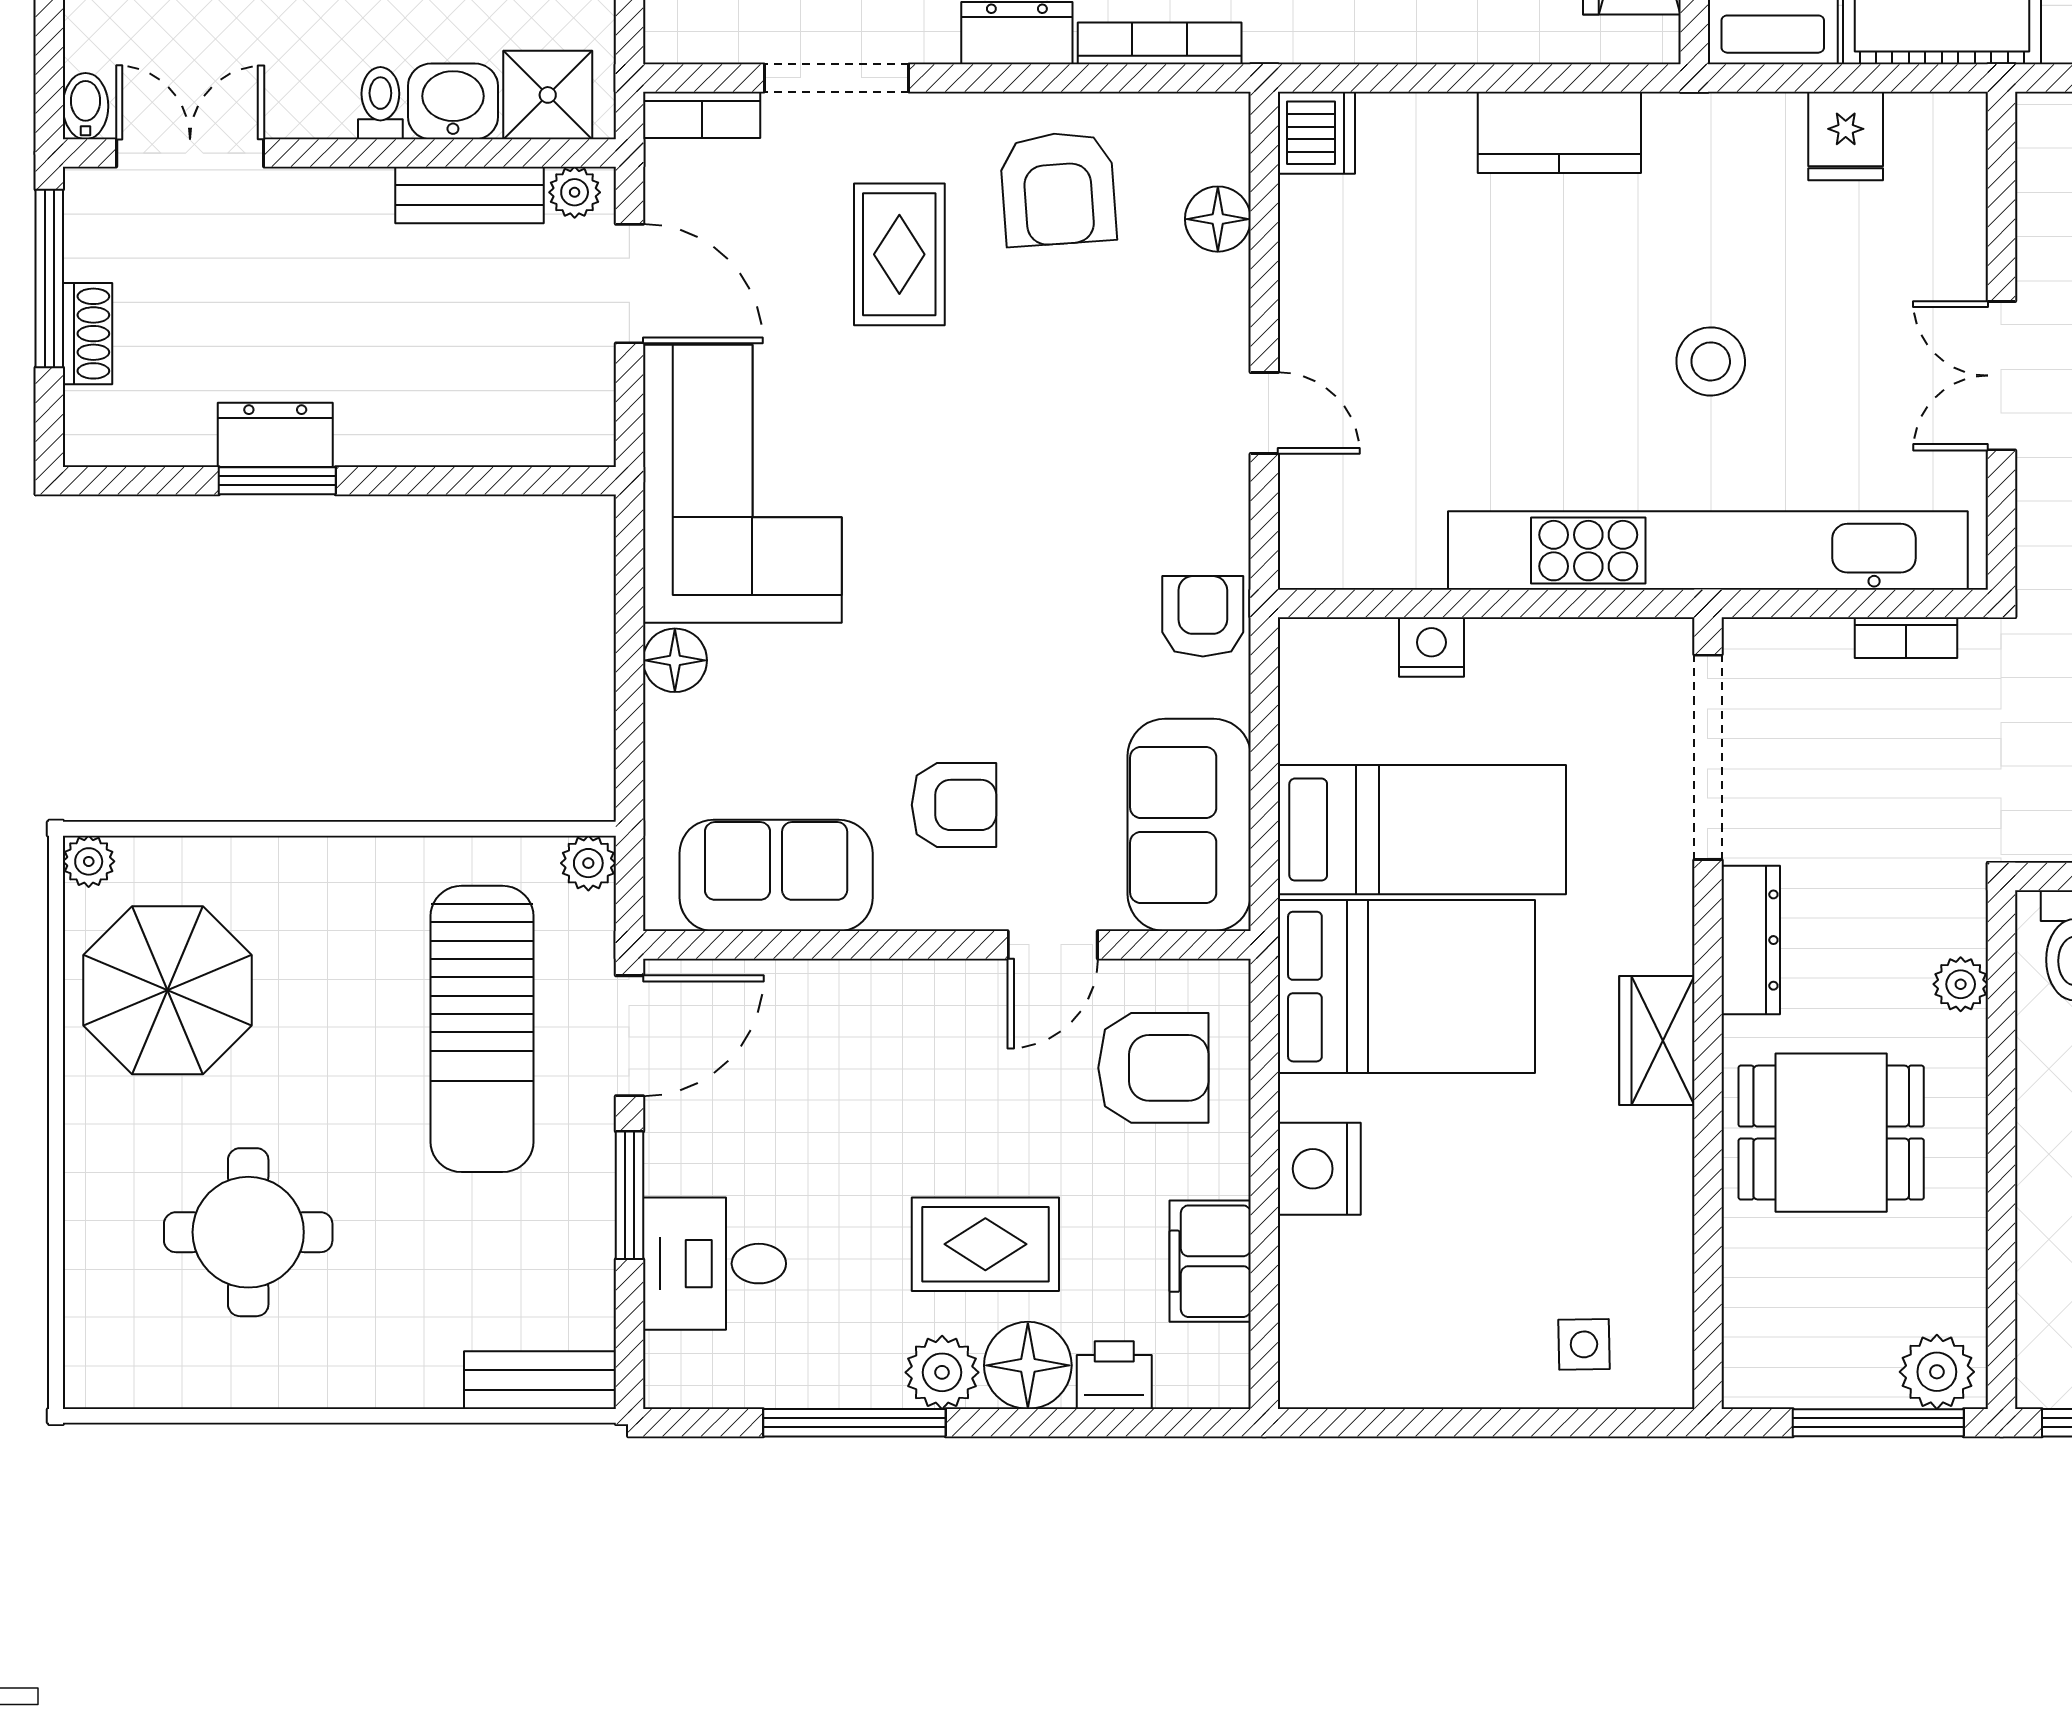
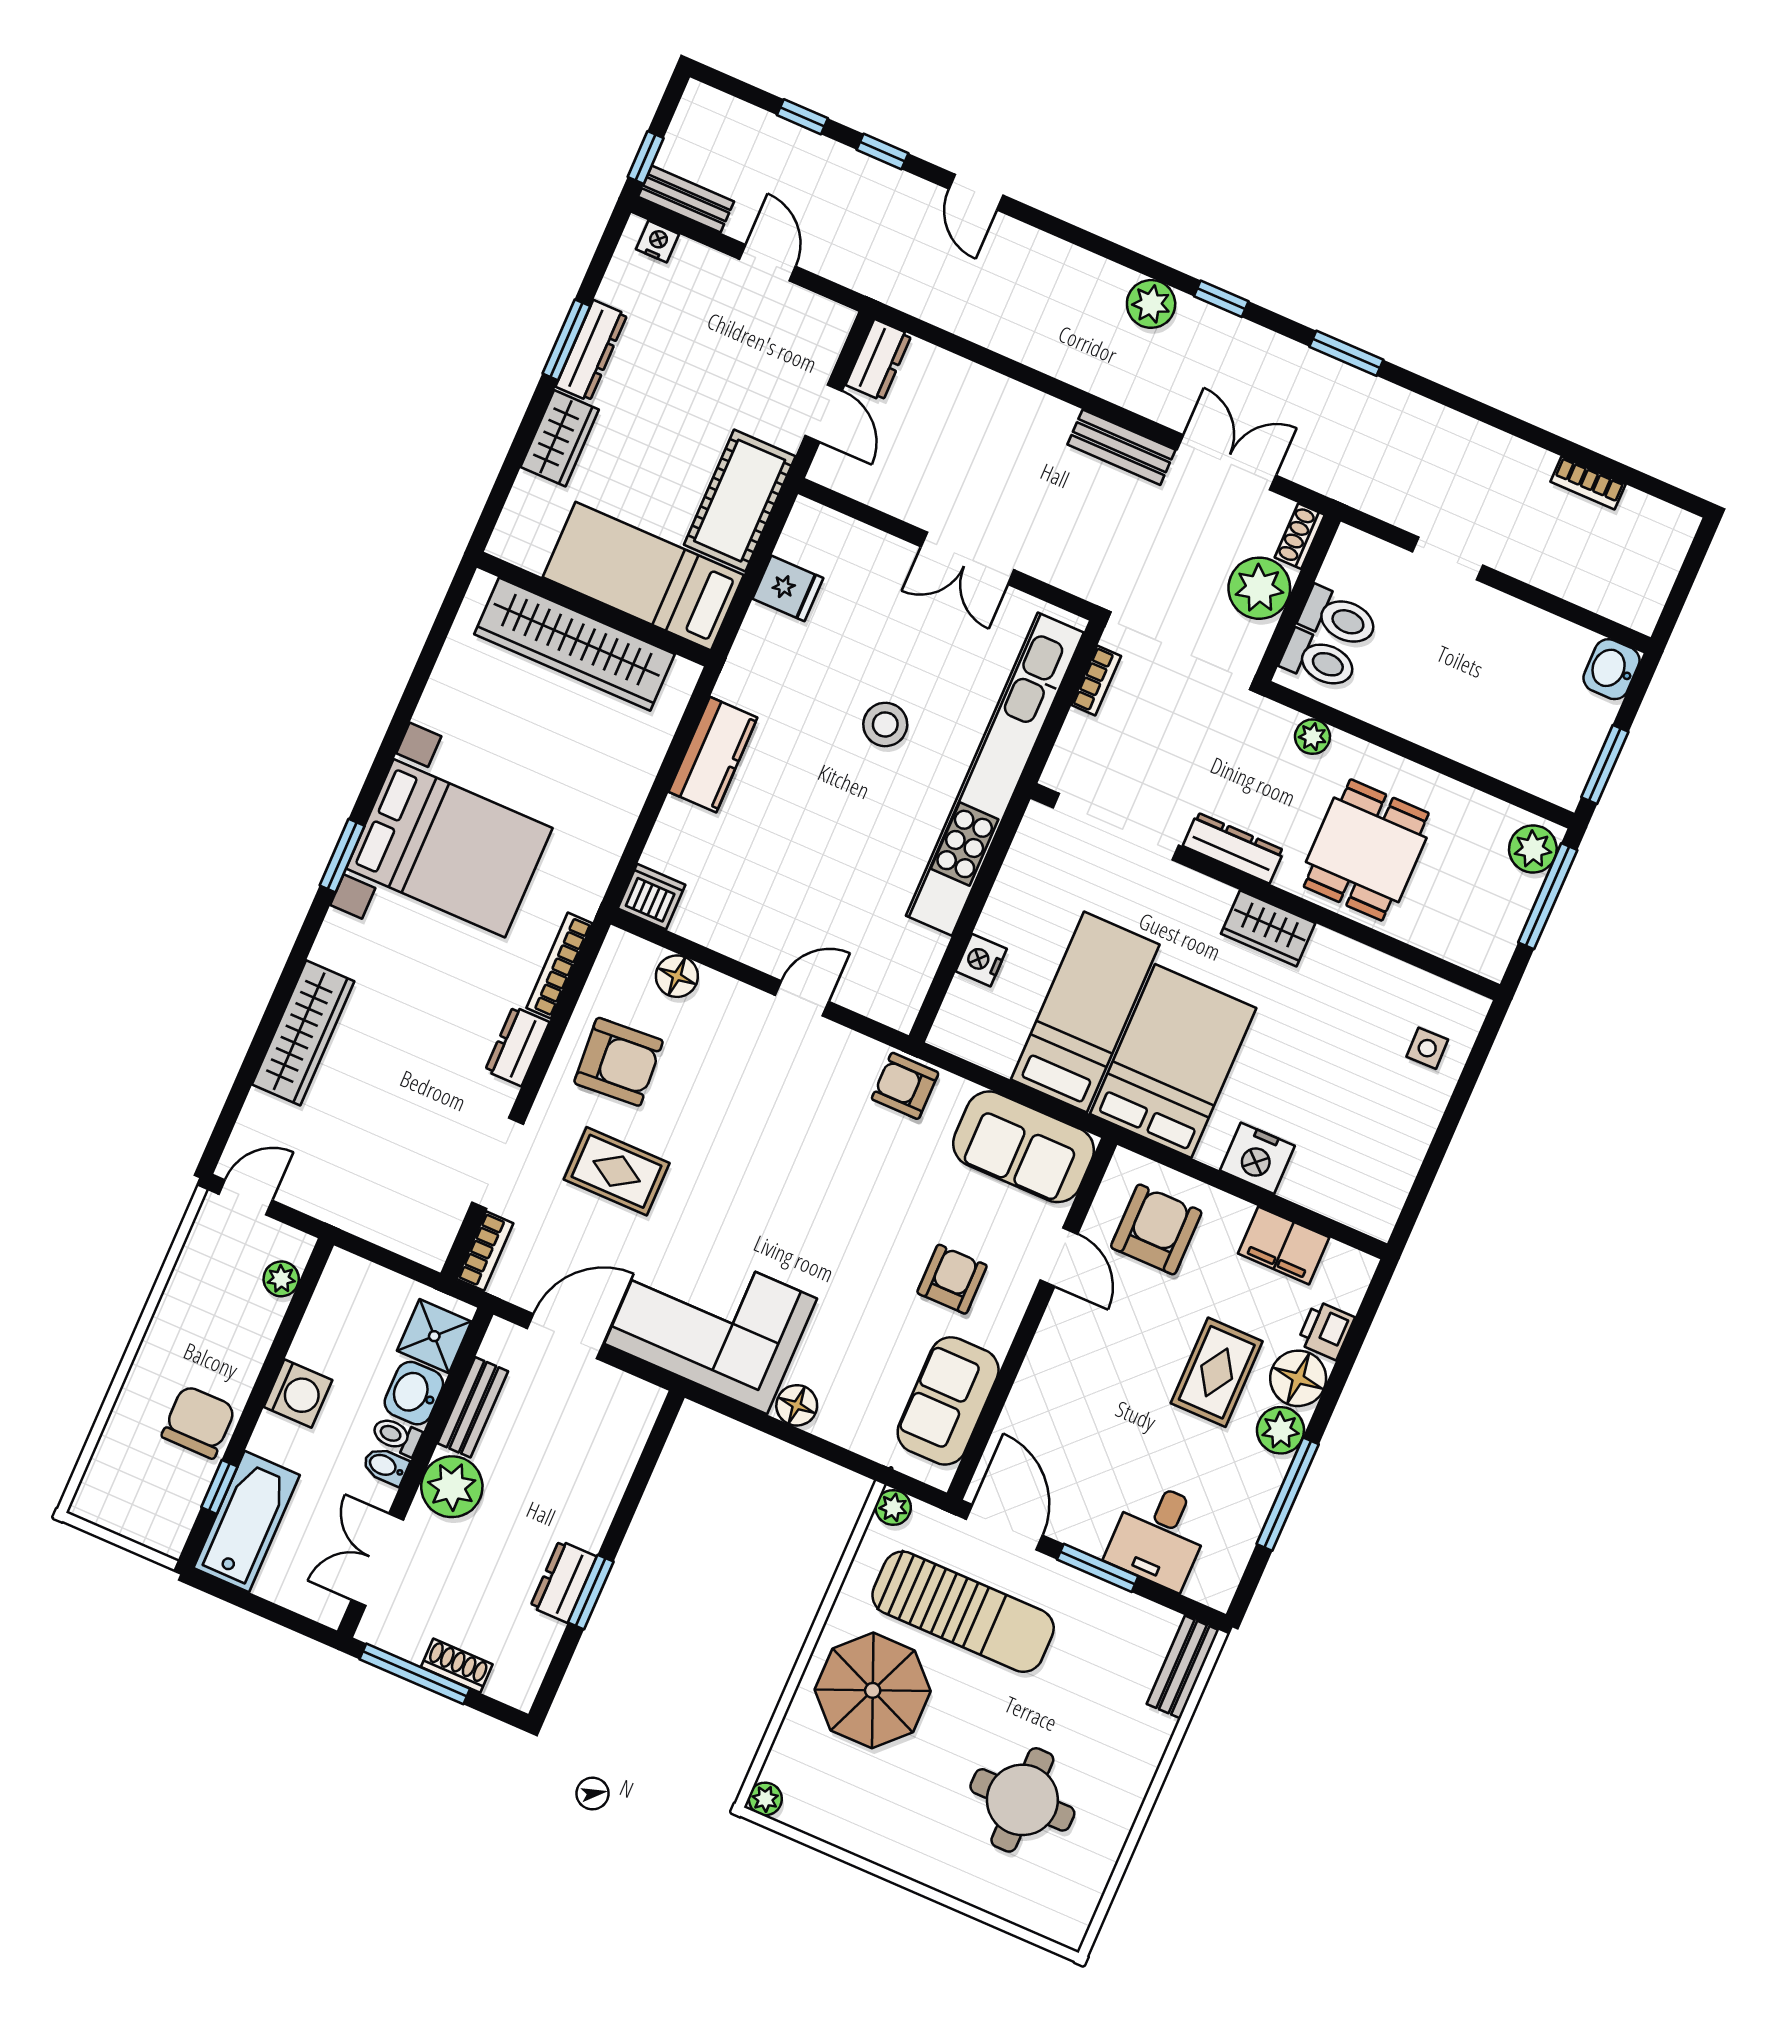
bidet: (85, 106) -> (385, 1466), moved
plant: (575, 192) -> (452, 1487), moved, width x1.87, depth x1.87
parasol: (168, 990) -> (873, 1690), moved

